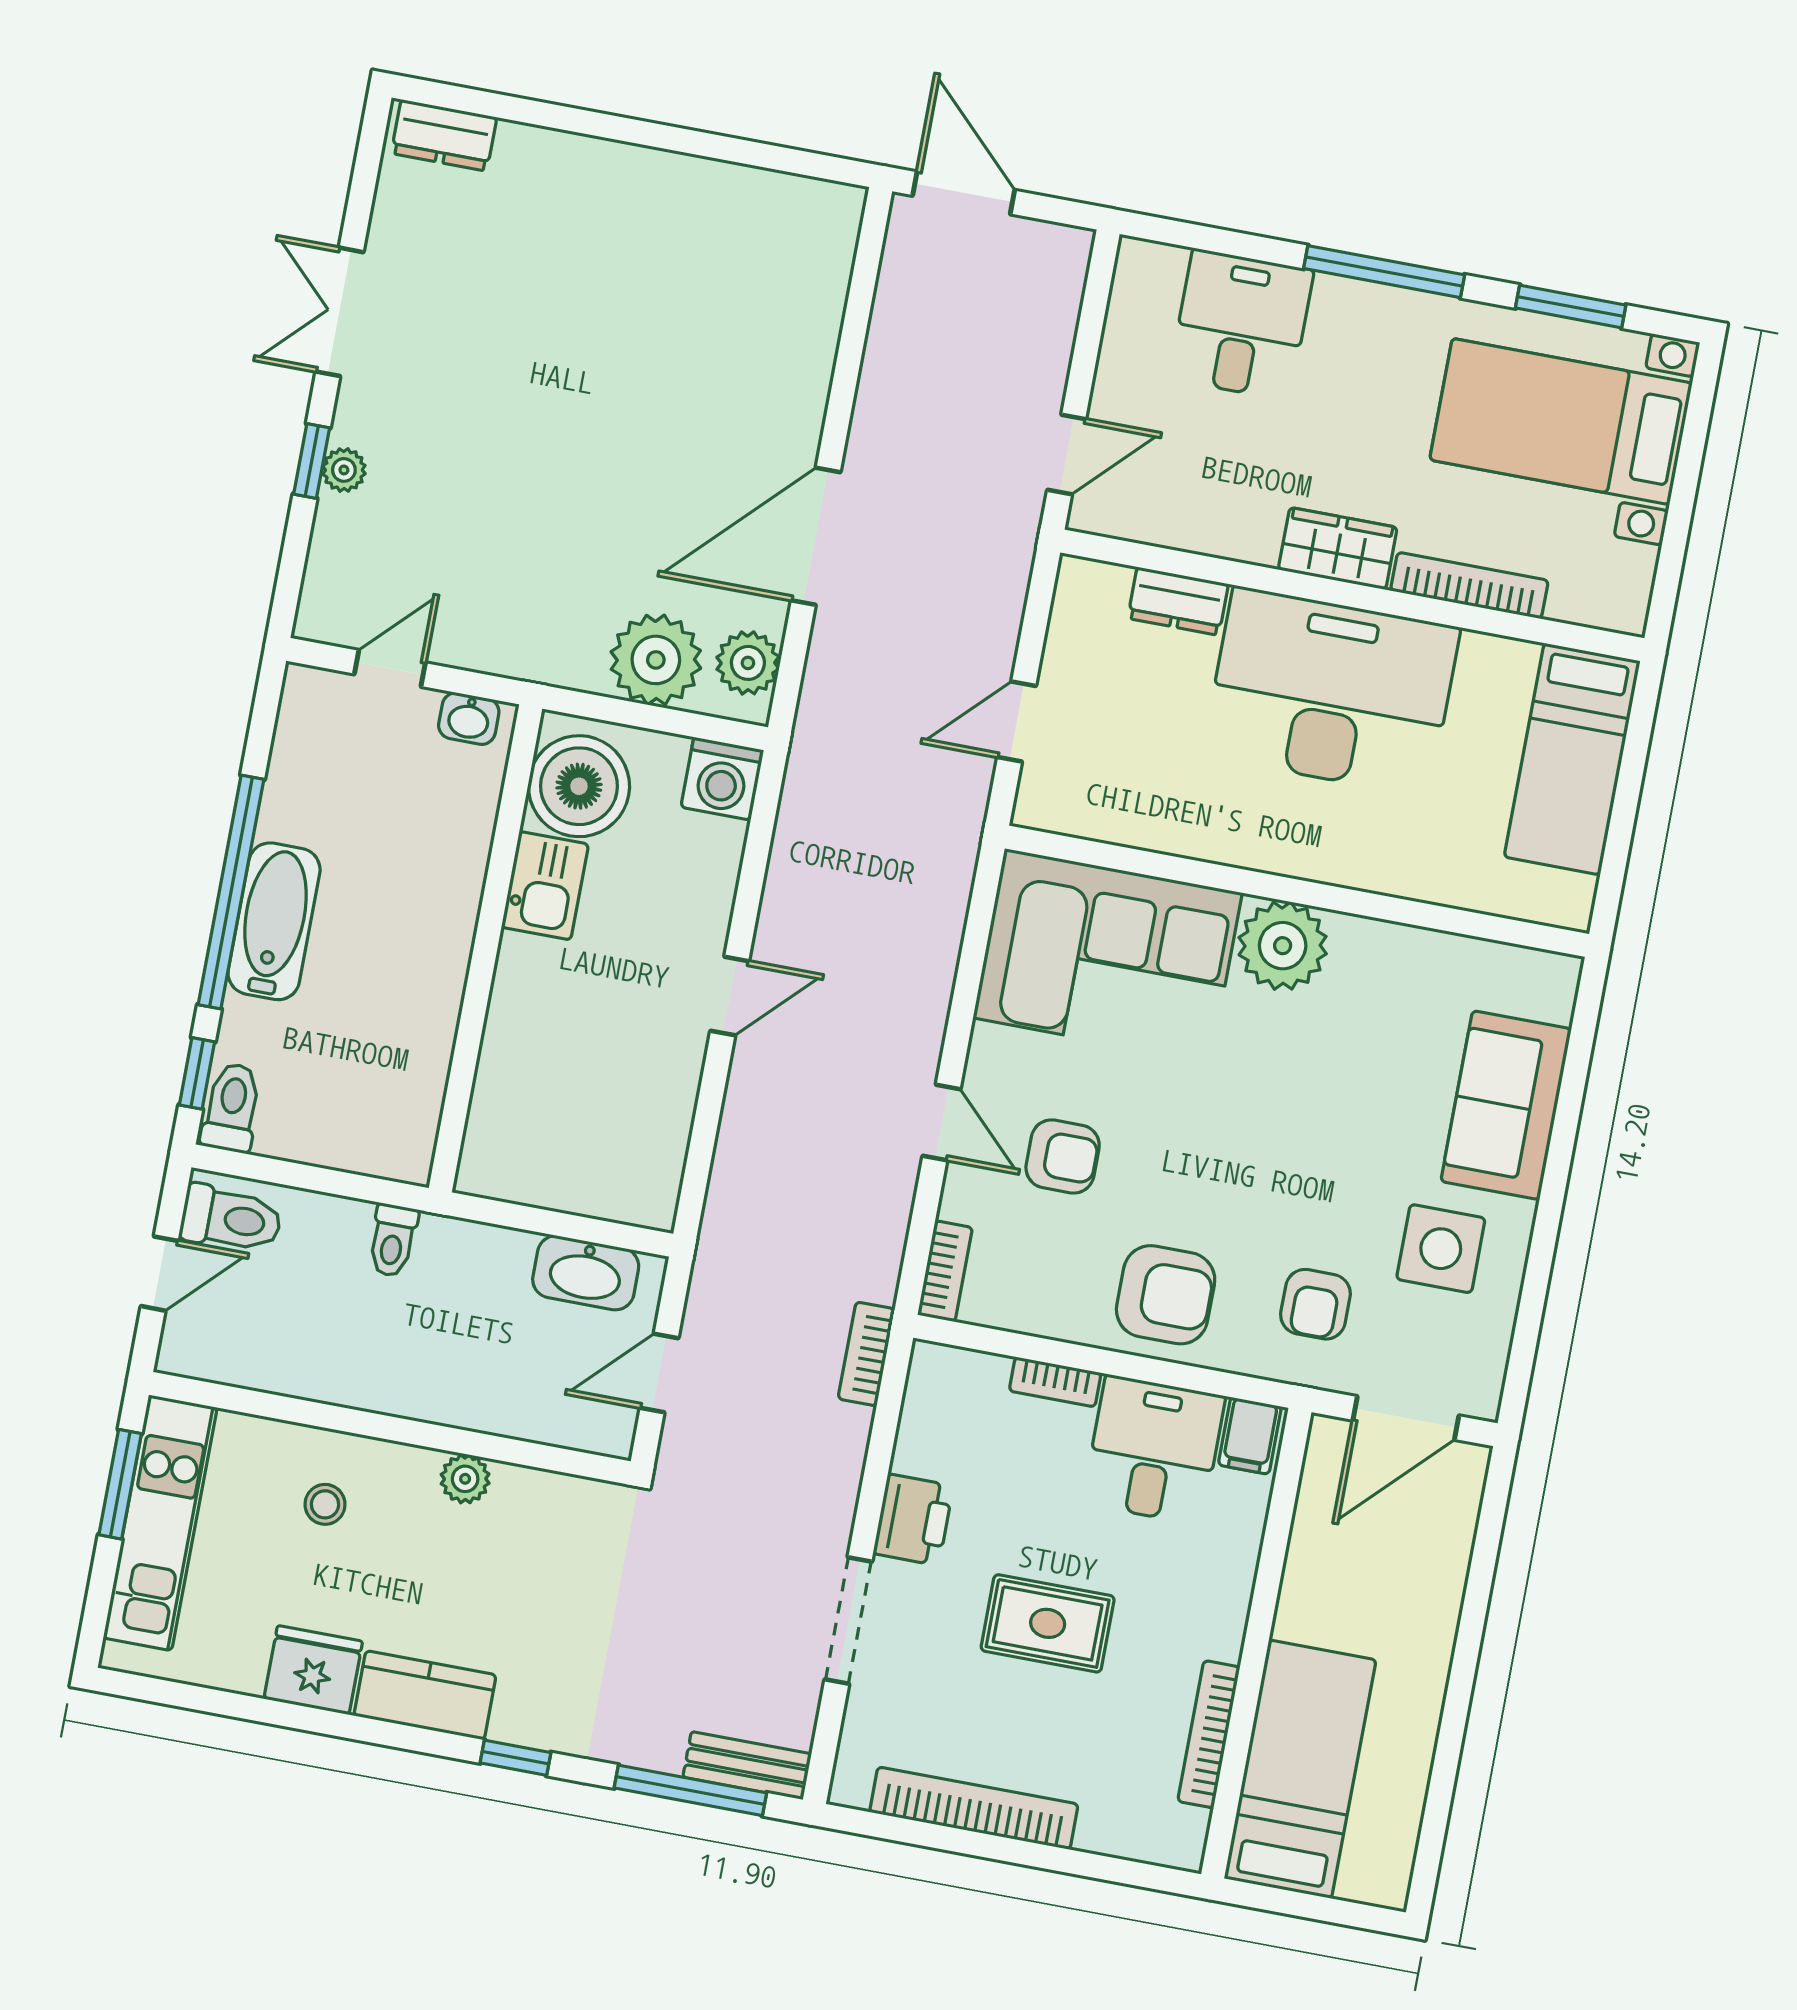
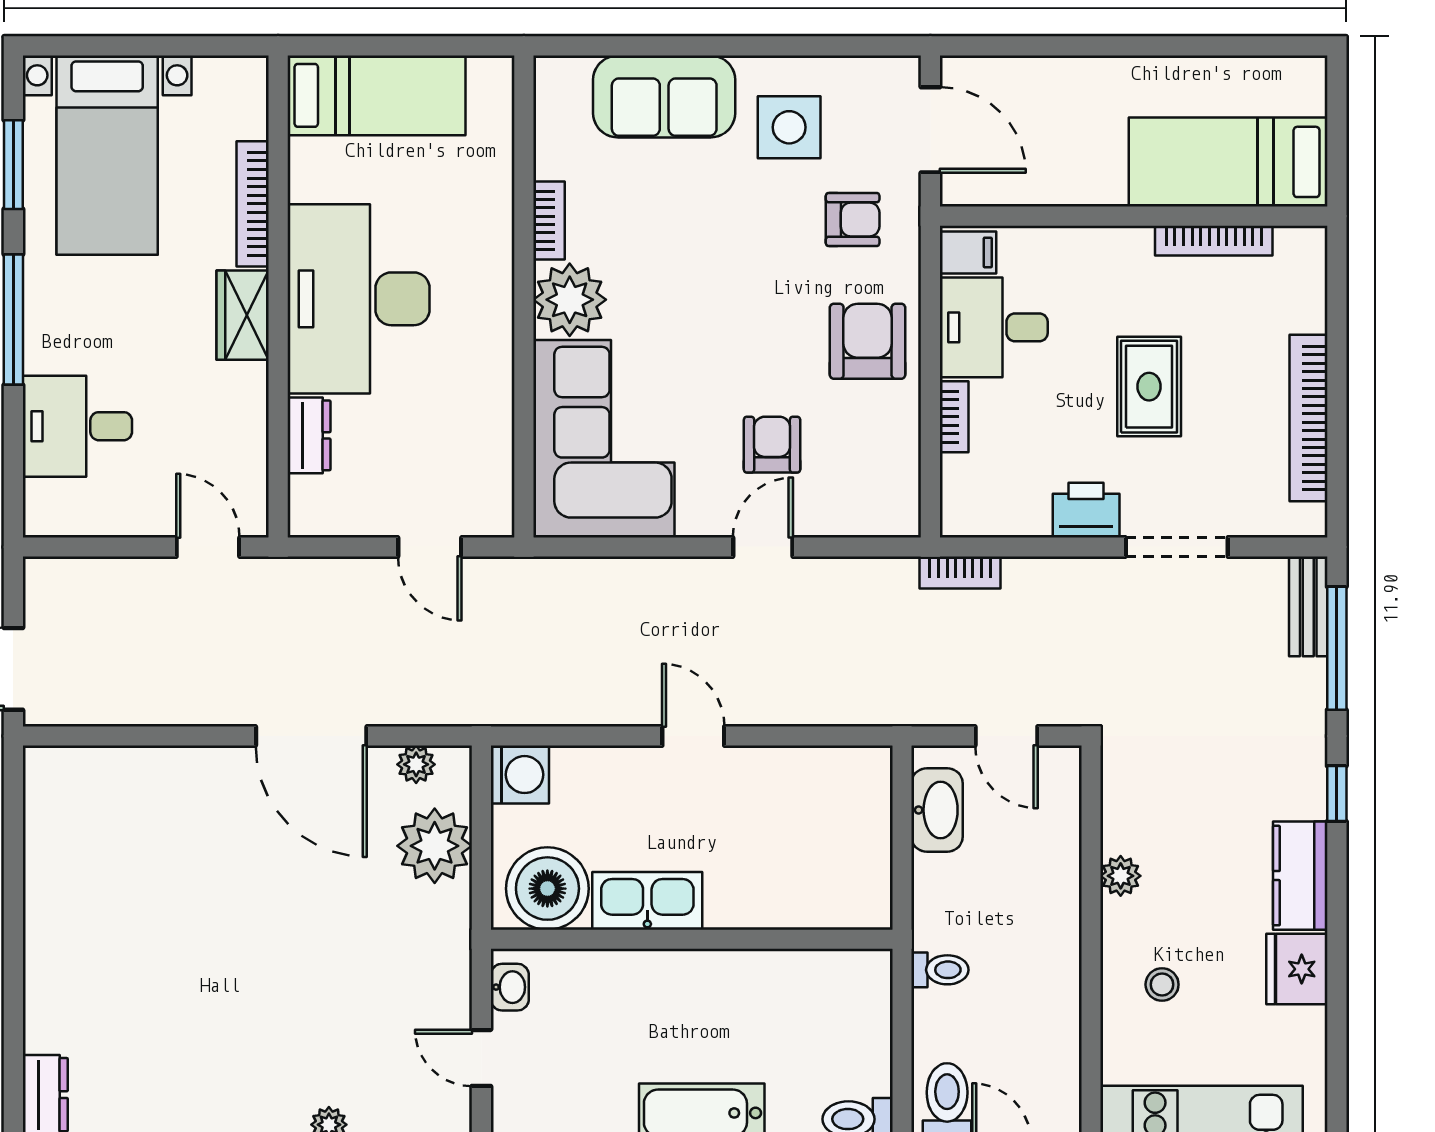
plant: (748, 663) -> (416, 764), width x0.73, depth x0.73
kitchen sink: (545, 886) -> (647, 901), width x1.38
bookcase: (945, 1271) -> (549, 220), moved, turned 90

